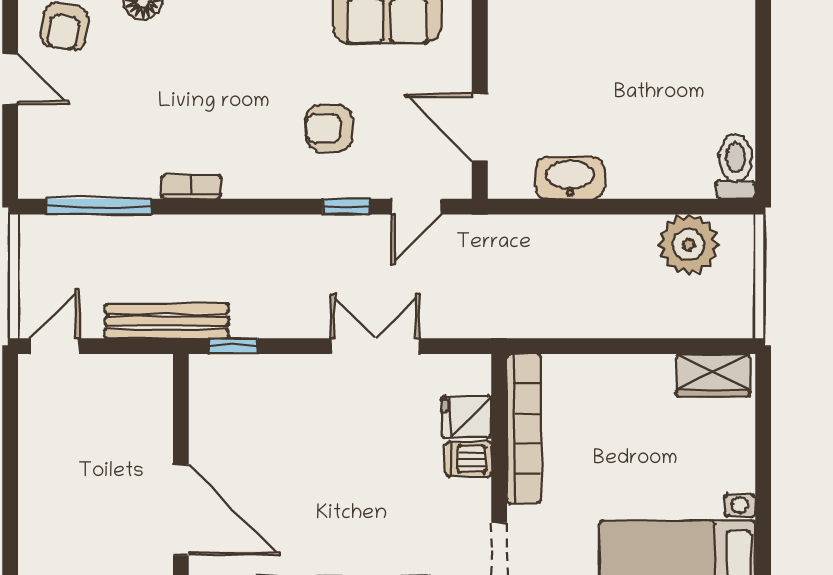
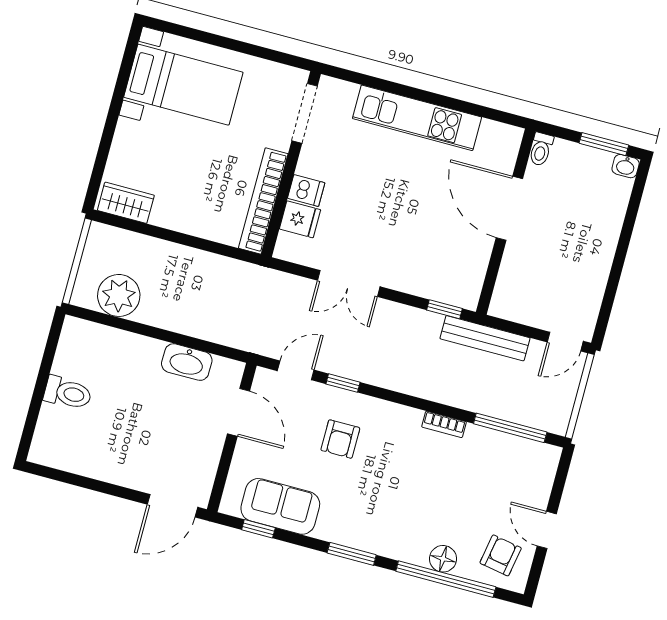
armchair: (329, 128) -> (340, 439), turned 90
toilet: (736, 166) -> (68, 393), moved, turned -90

